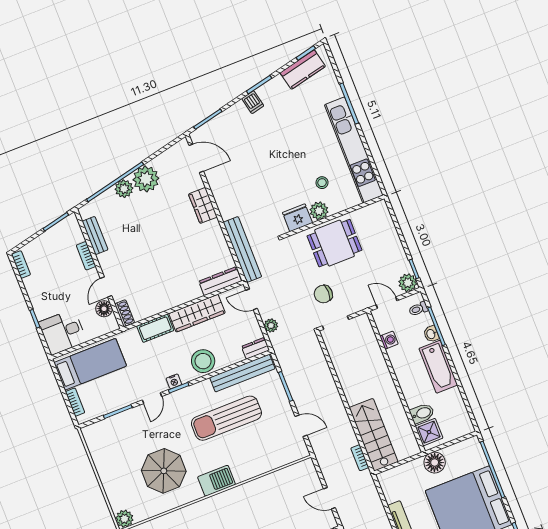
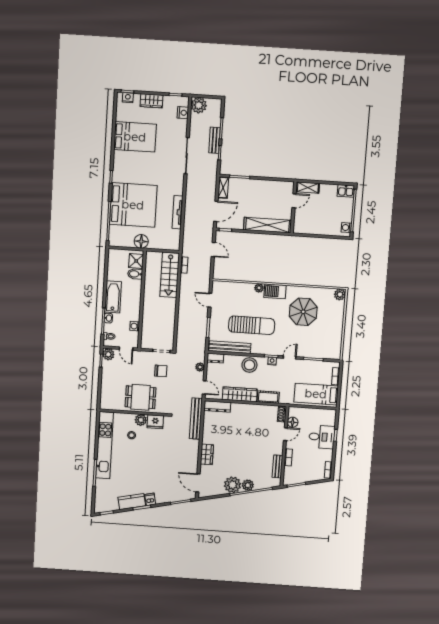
kitchen counter: (303, 70) -> (132, 502), moved
desk: (63, 332) -> (322, 437), moved
plant: (241, 475) -> (259, 288), added

